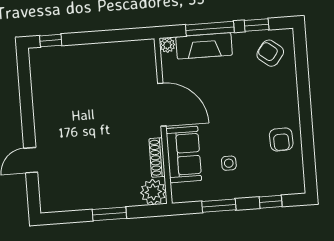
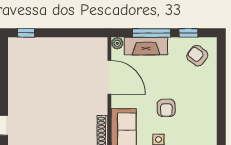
door: (162, 105) -> (109, 77), moved
armchair: (281, 139) -> (166, 108), moved

